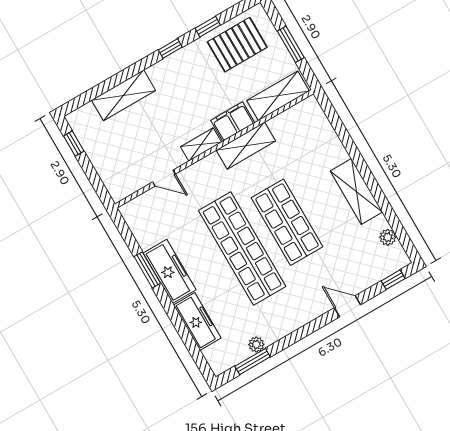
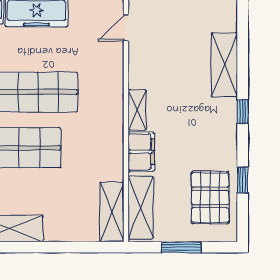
window: (170, 48) -> (243, 112), moved
shelving: (246, 146) -> (112, 212), moved
door: (164, 178) -> (126, 28), moved

